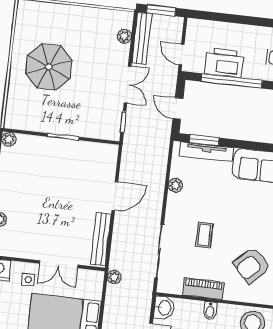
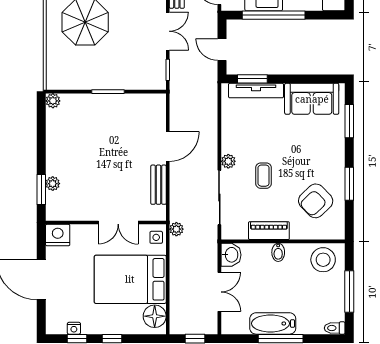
plant: (175, 185) -> (228, 161), moved
bench: (101, 239) -> (158, 185), width x0.73
side table: (28, 280) -> (156, 237), moved

